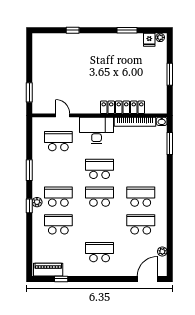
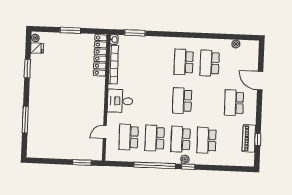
window: (73, 30) -> (25, 120), width x2.17
locker: (122, 107) -> (100, 55), moved
desk: (97, 130) -> (120, 101), width x0.73
school desk: (100, 169) -> (155, 138), moved
window: (29, 170) -> (155, 165), width x2.11
piano: (48, 270) -> (249, 139), moved
door: (147, 279) -> (260, 81), moved

